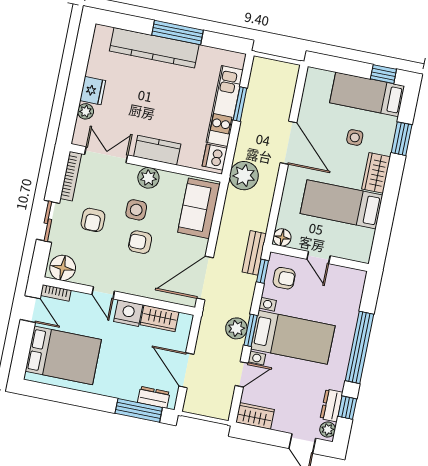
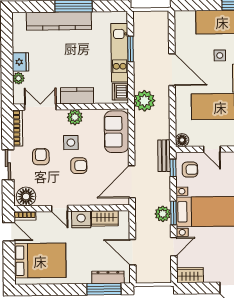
armchair: (93, 220) -> (41, 157), turned 180
armchair: (140, 242) -> (79, 166), turned 180
dresser: (154, 397) -> (108, 277), width x1.44

